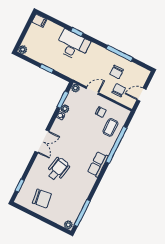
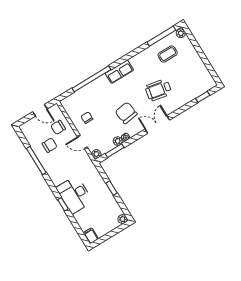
coffee table: (110, 127) -> (168, 54), moved
chair: (42, 198) -> (126, 113), moved

